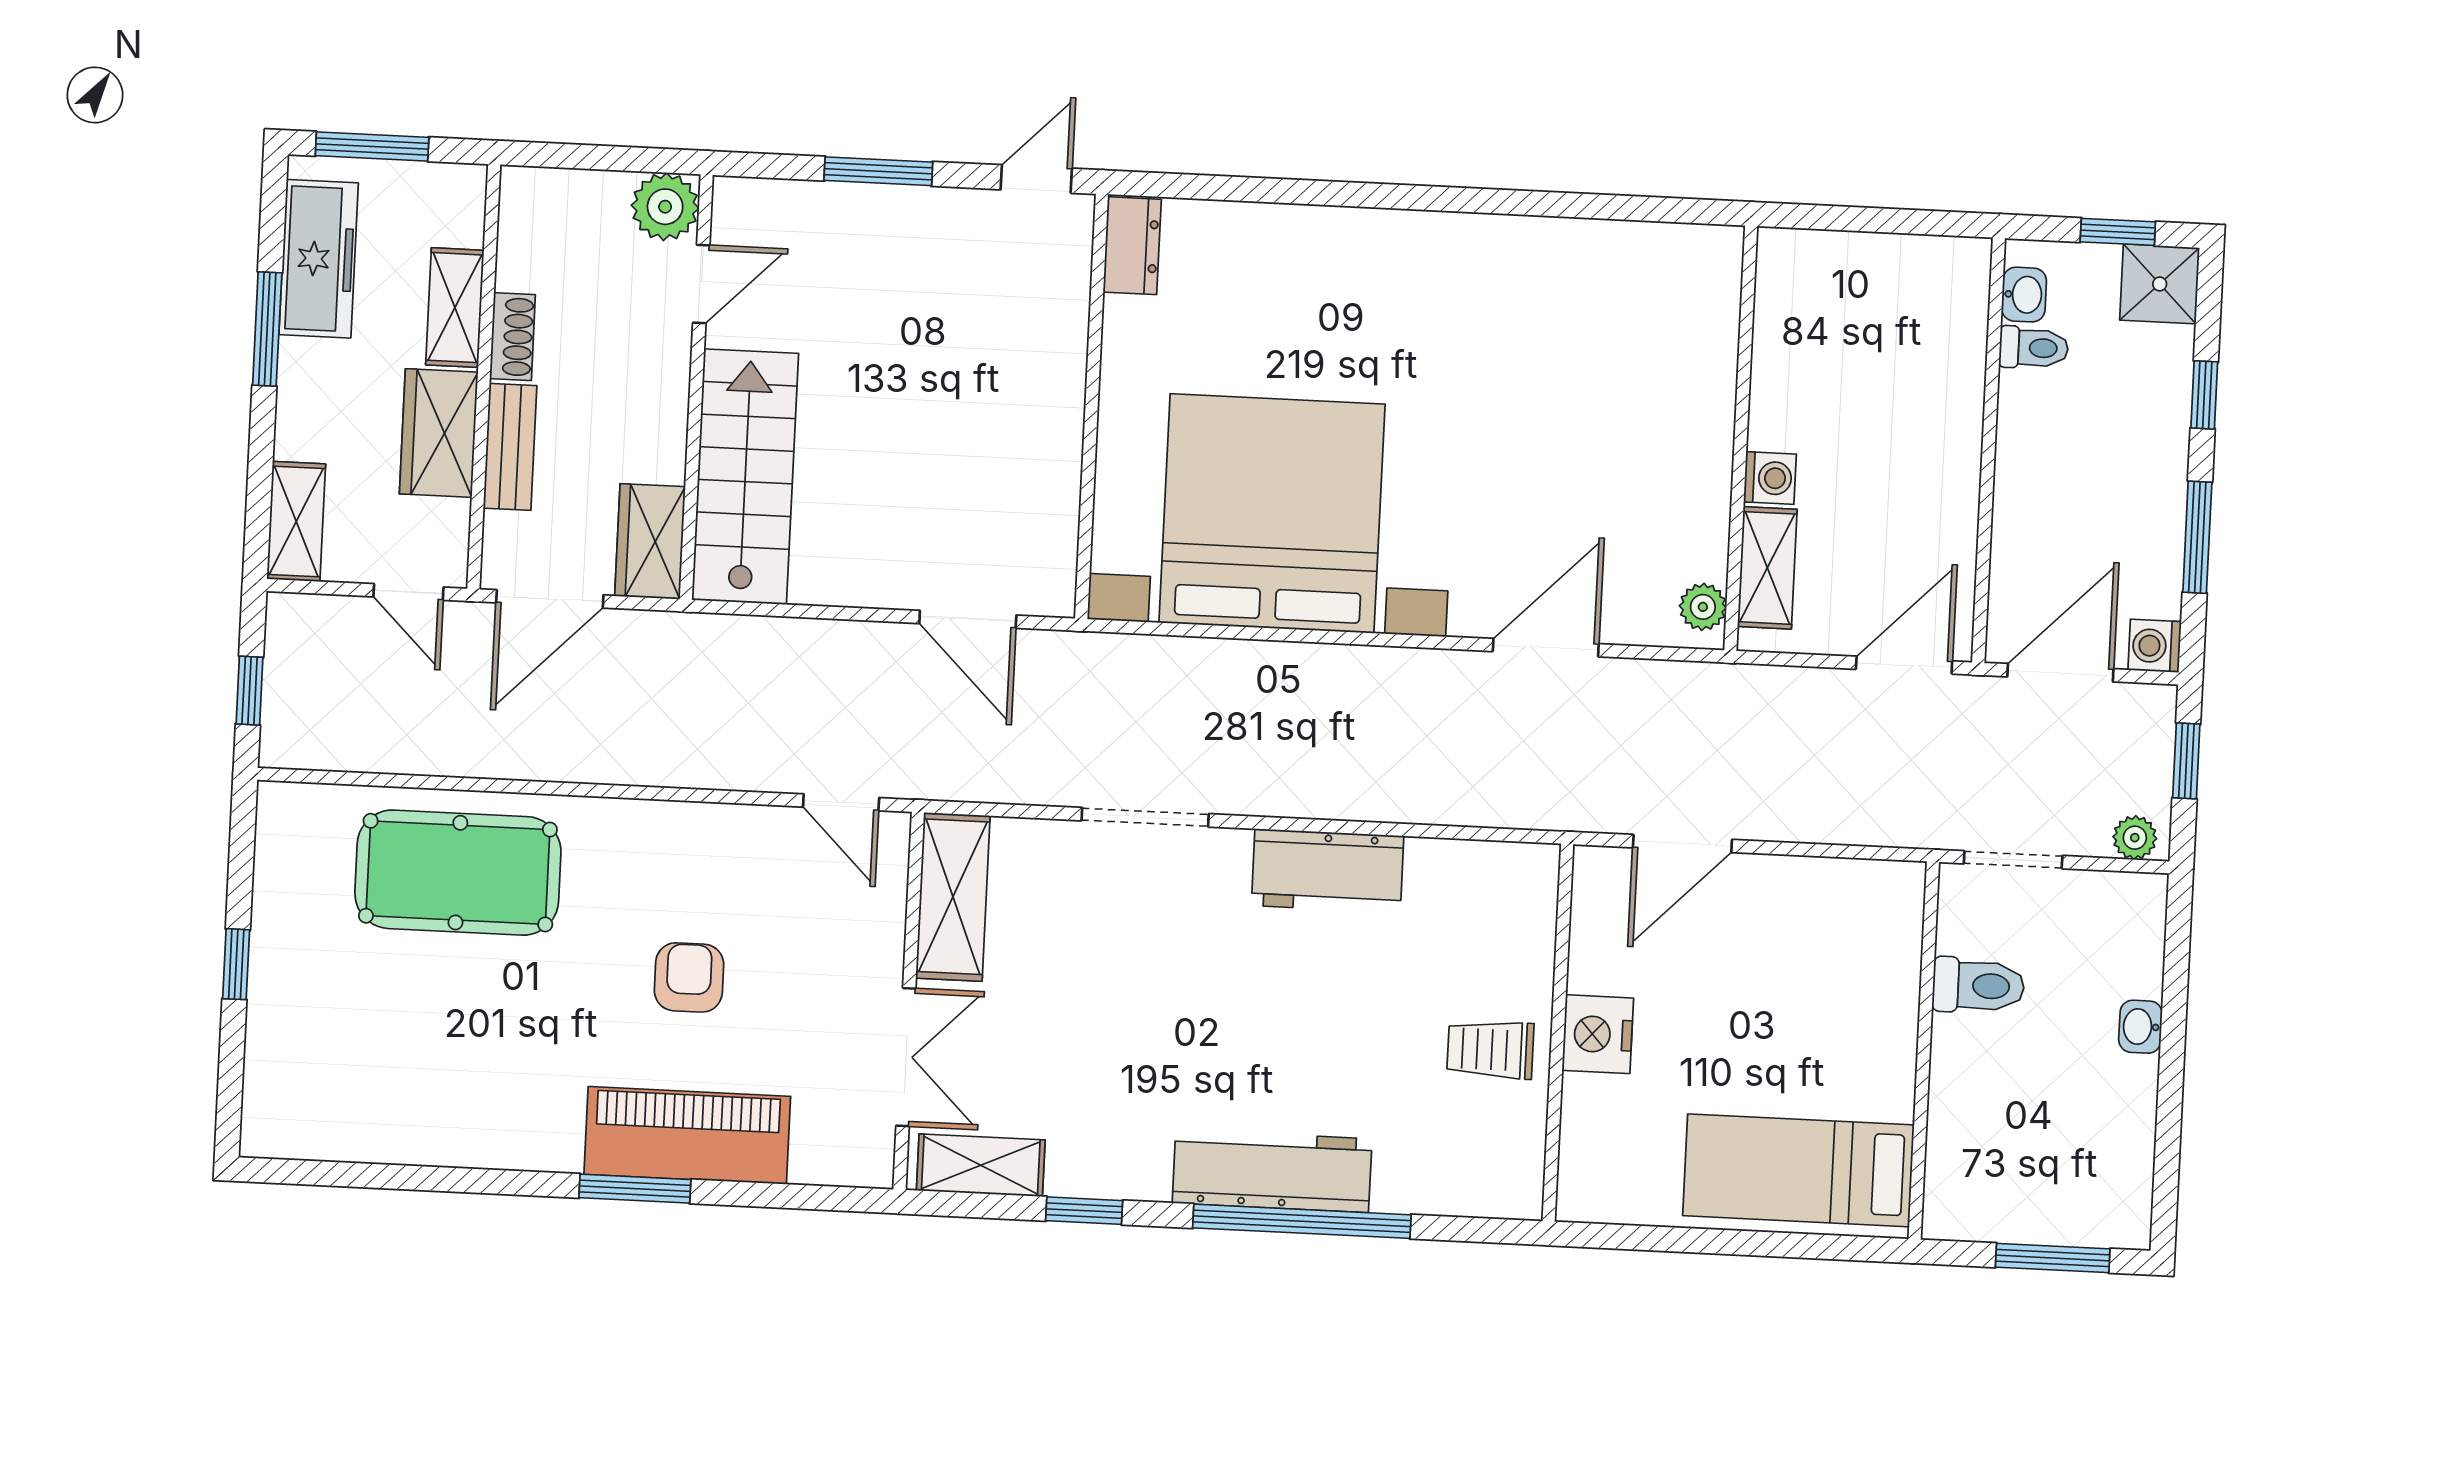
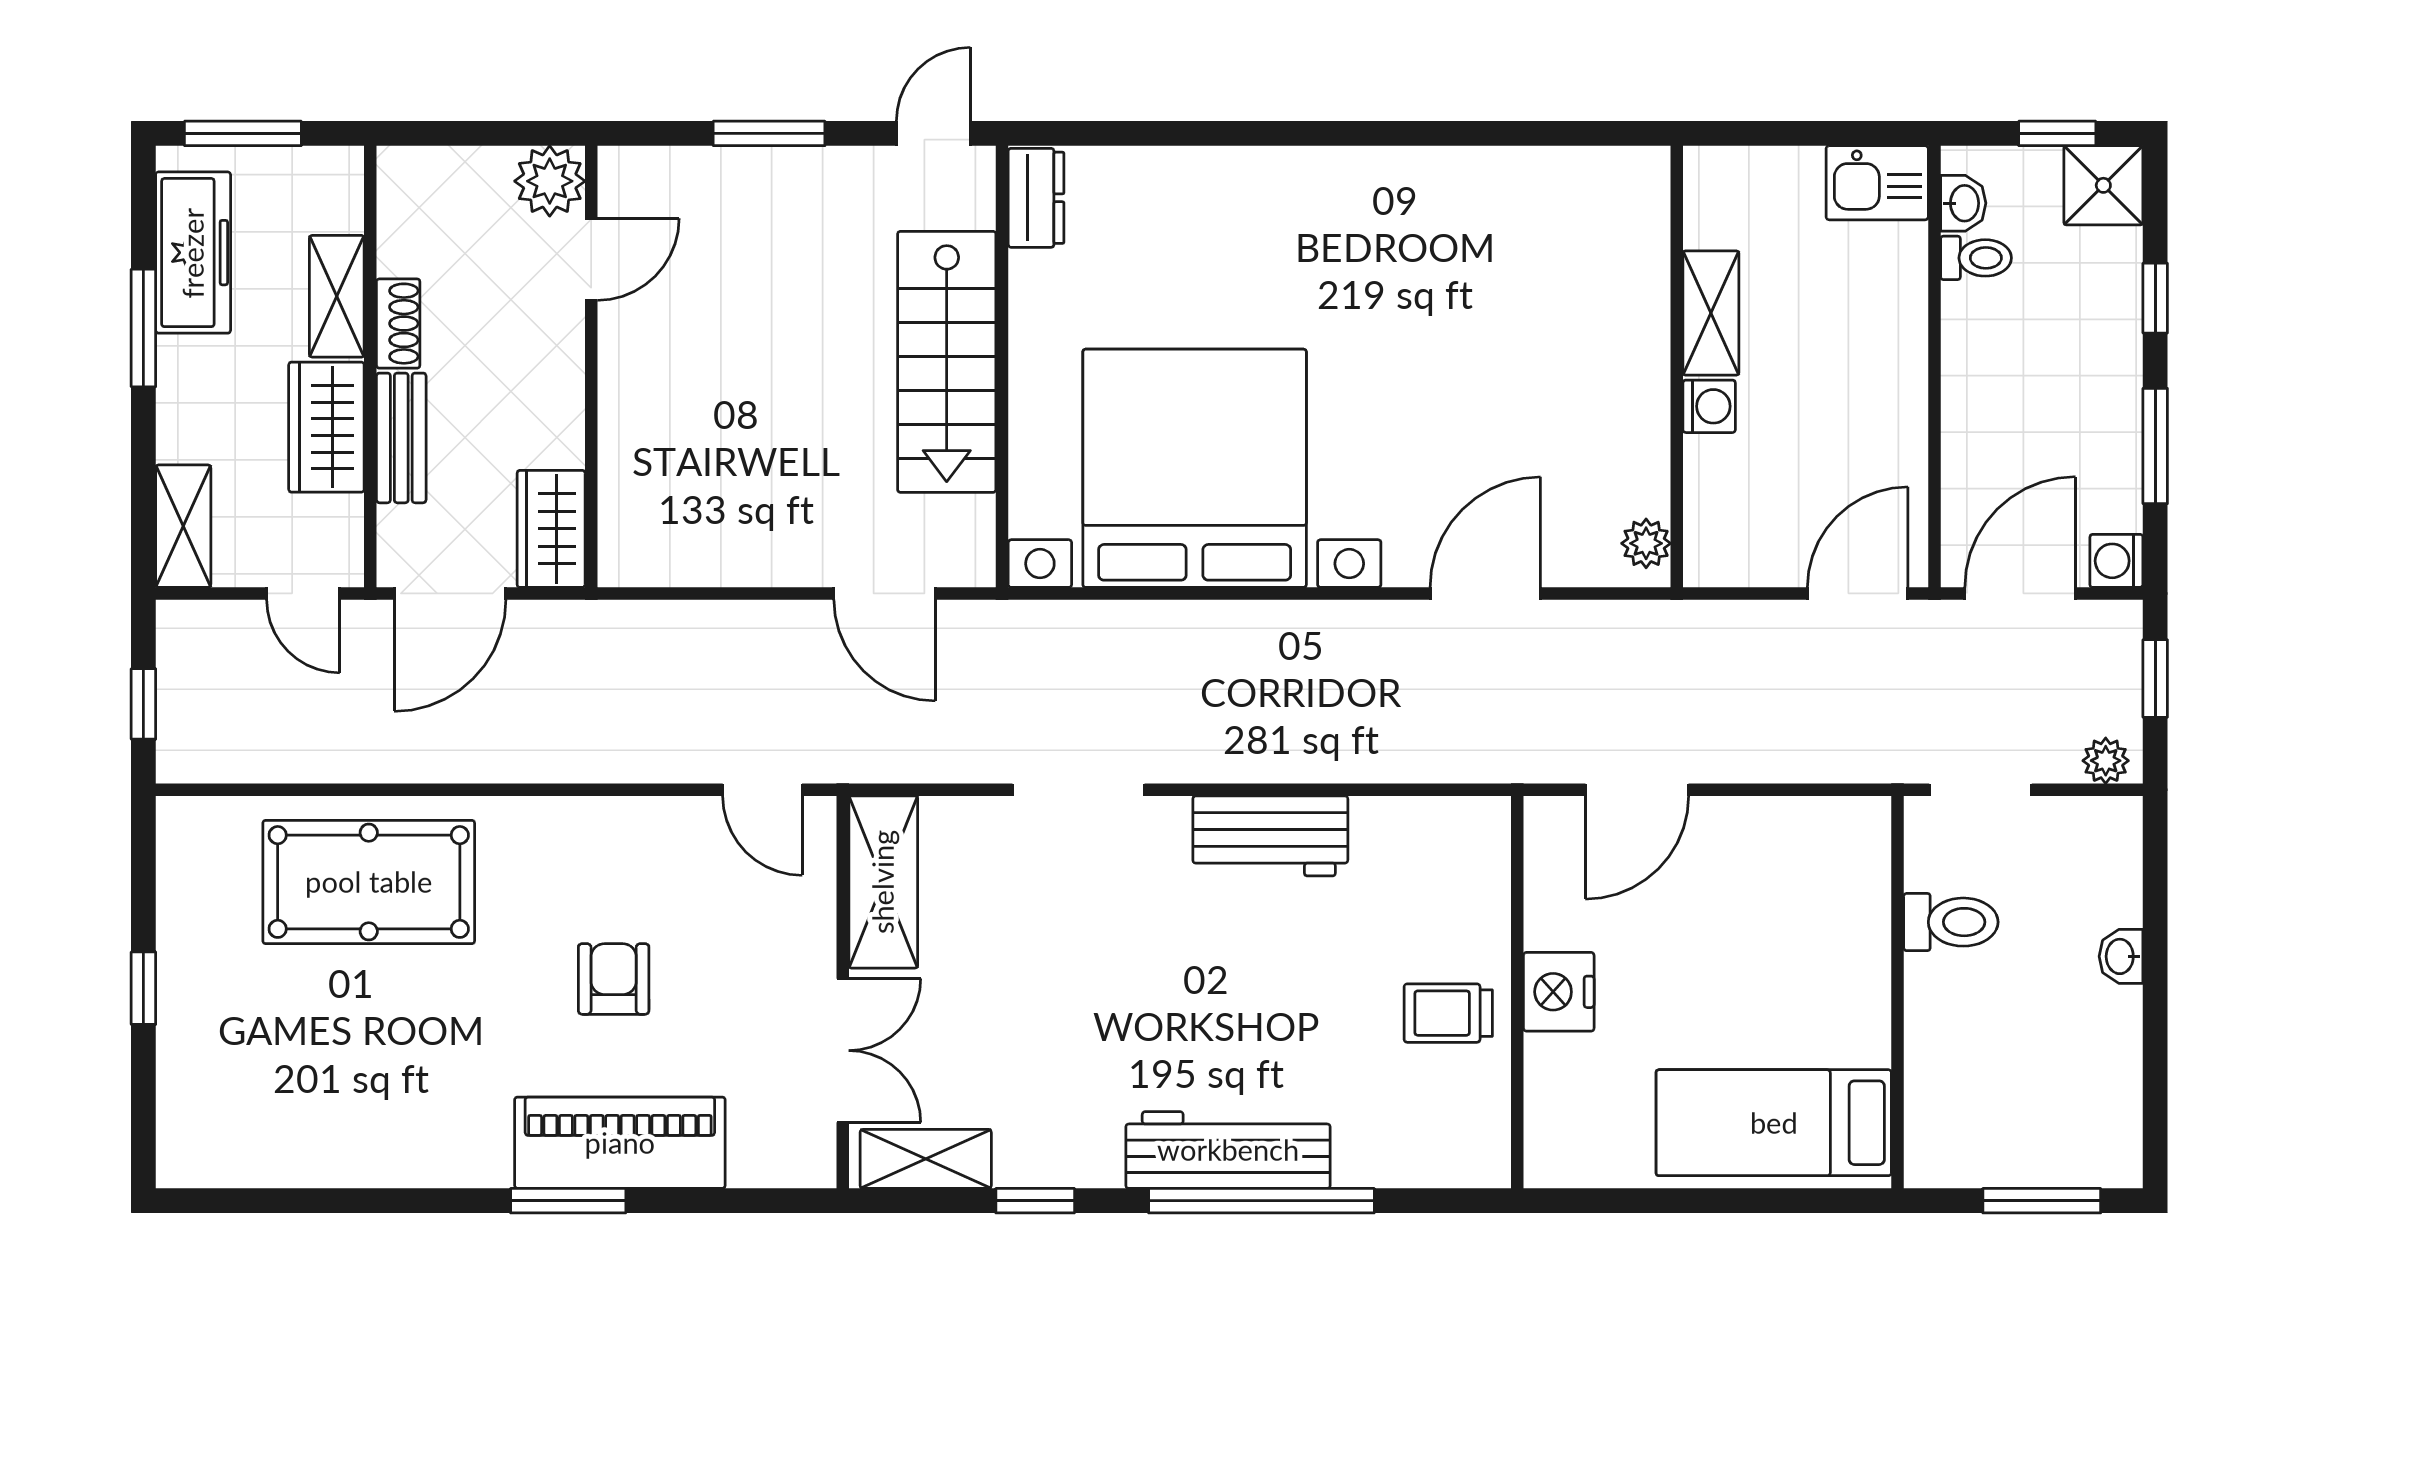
kitchen sink: (1942, 271) -> (1877, 183), added
stairs: (745, 477) -> (947, 362), moved, turned 180
shelving: (1767, 568) -> (1711, 313), moved

